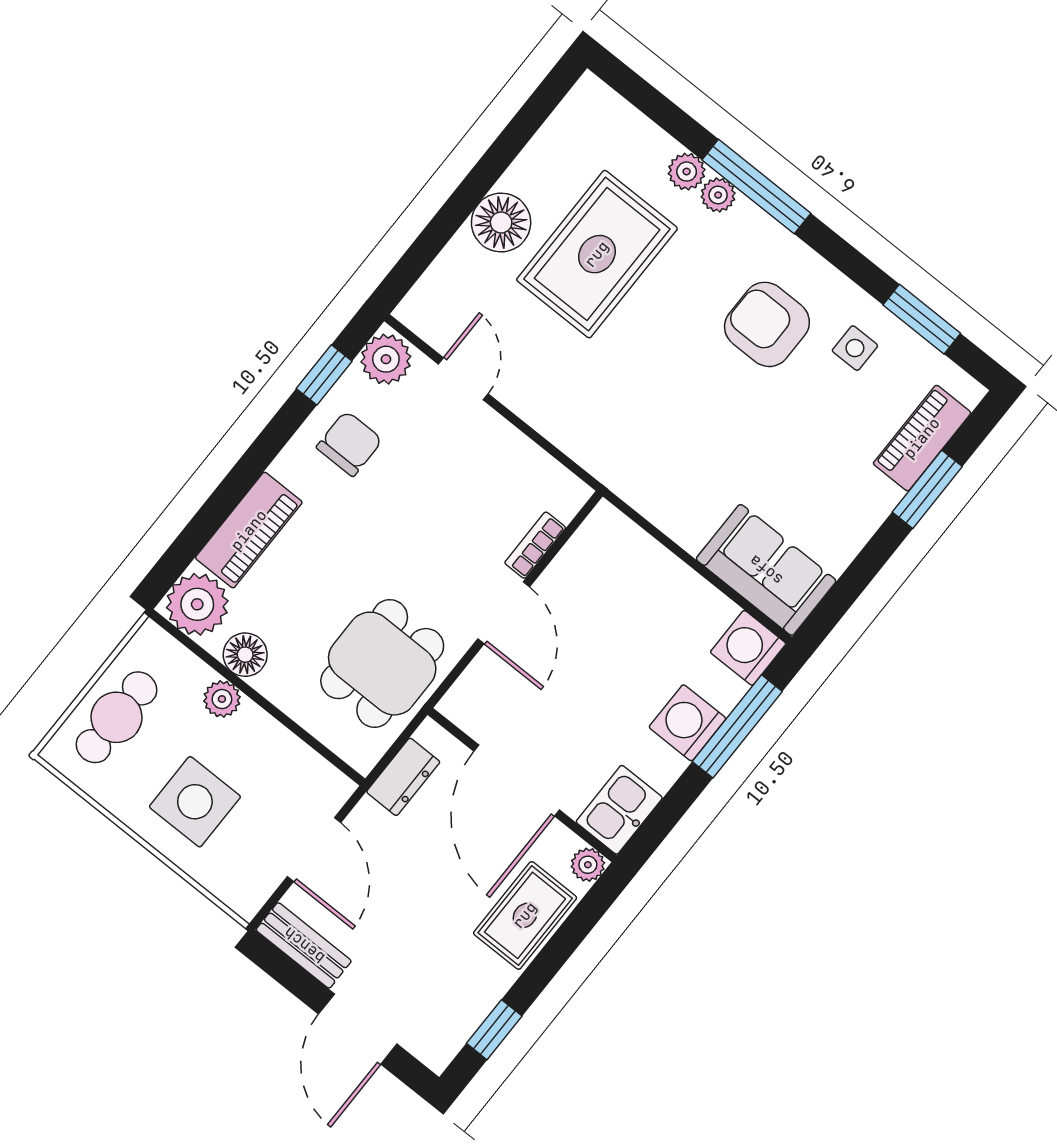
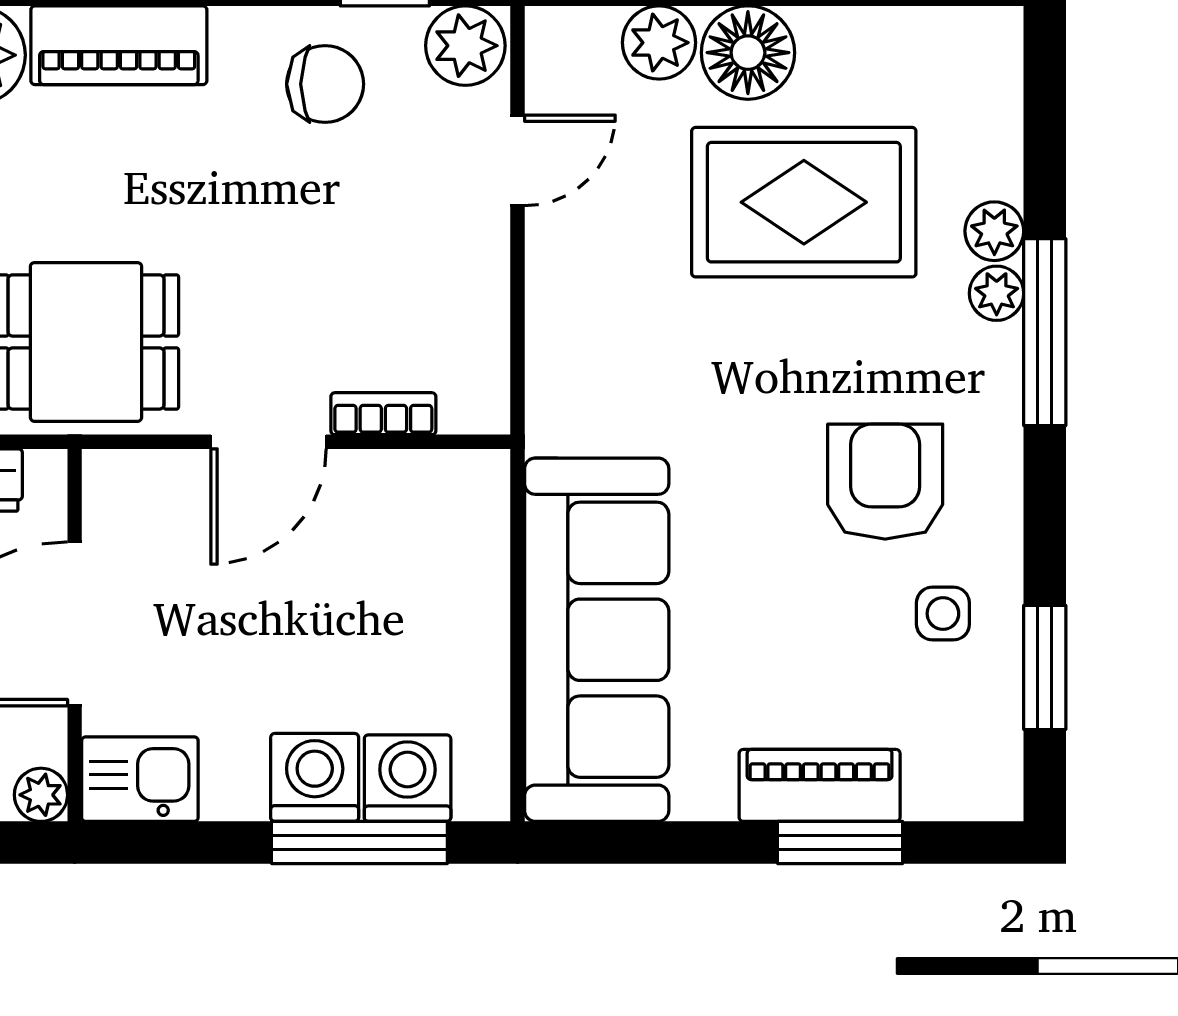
plant: (461, 262) -> (659, 43), added
piano: (922, 438) -> (820, 785), moved
sofa: (766, 570) -> (597, 640), width x1.85, depth x1.27
washing machine: (748, 648) -> (408, 778), moved

